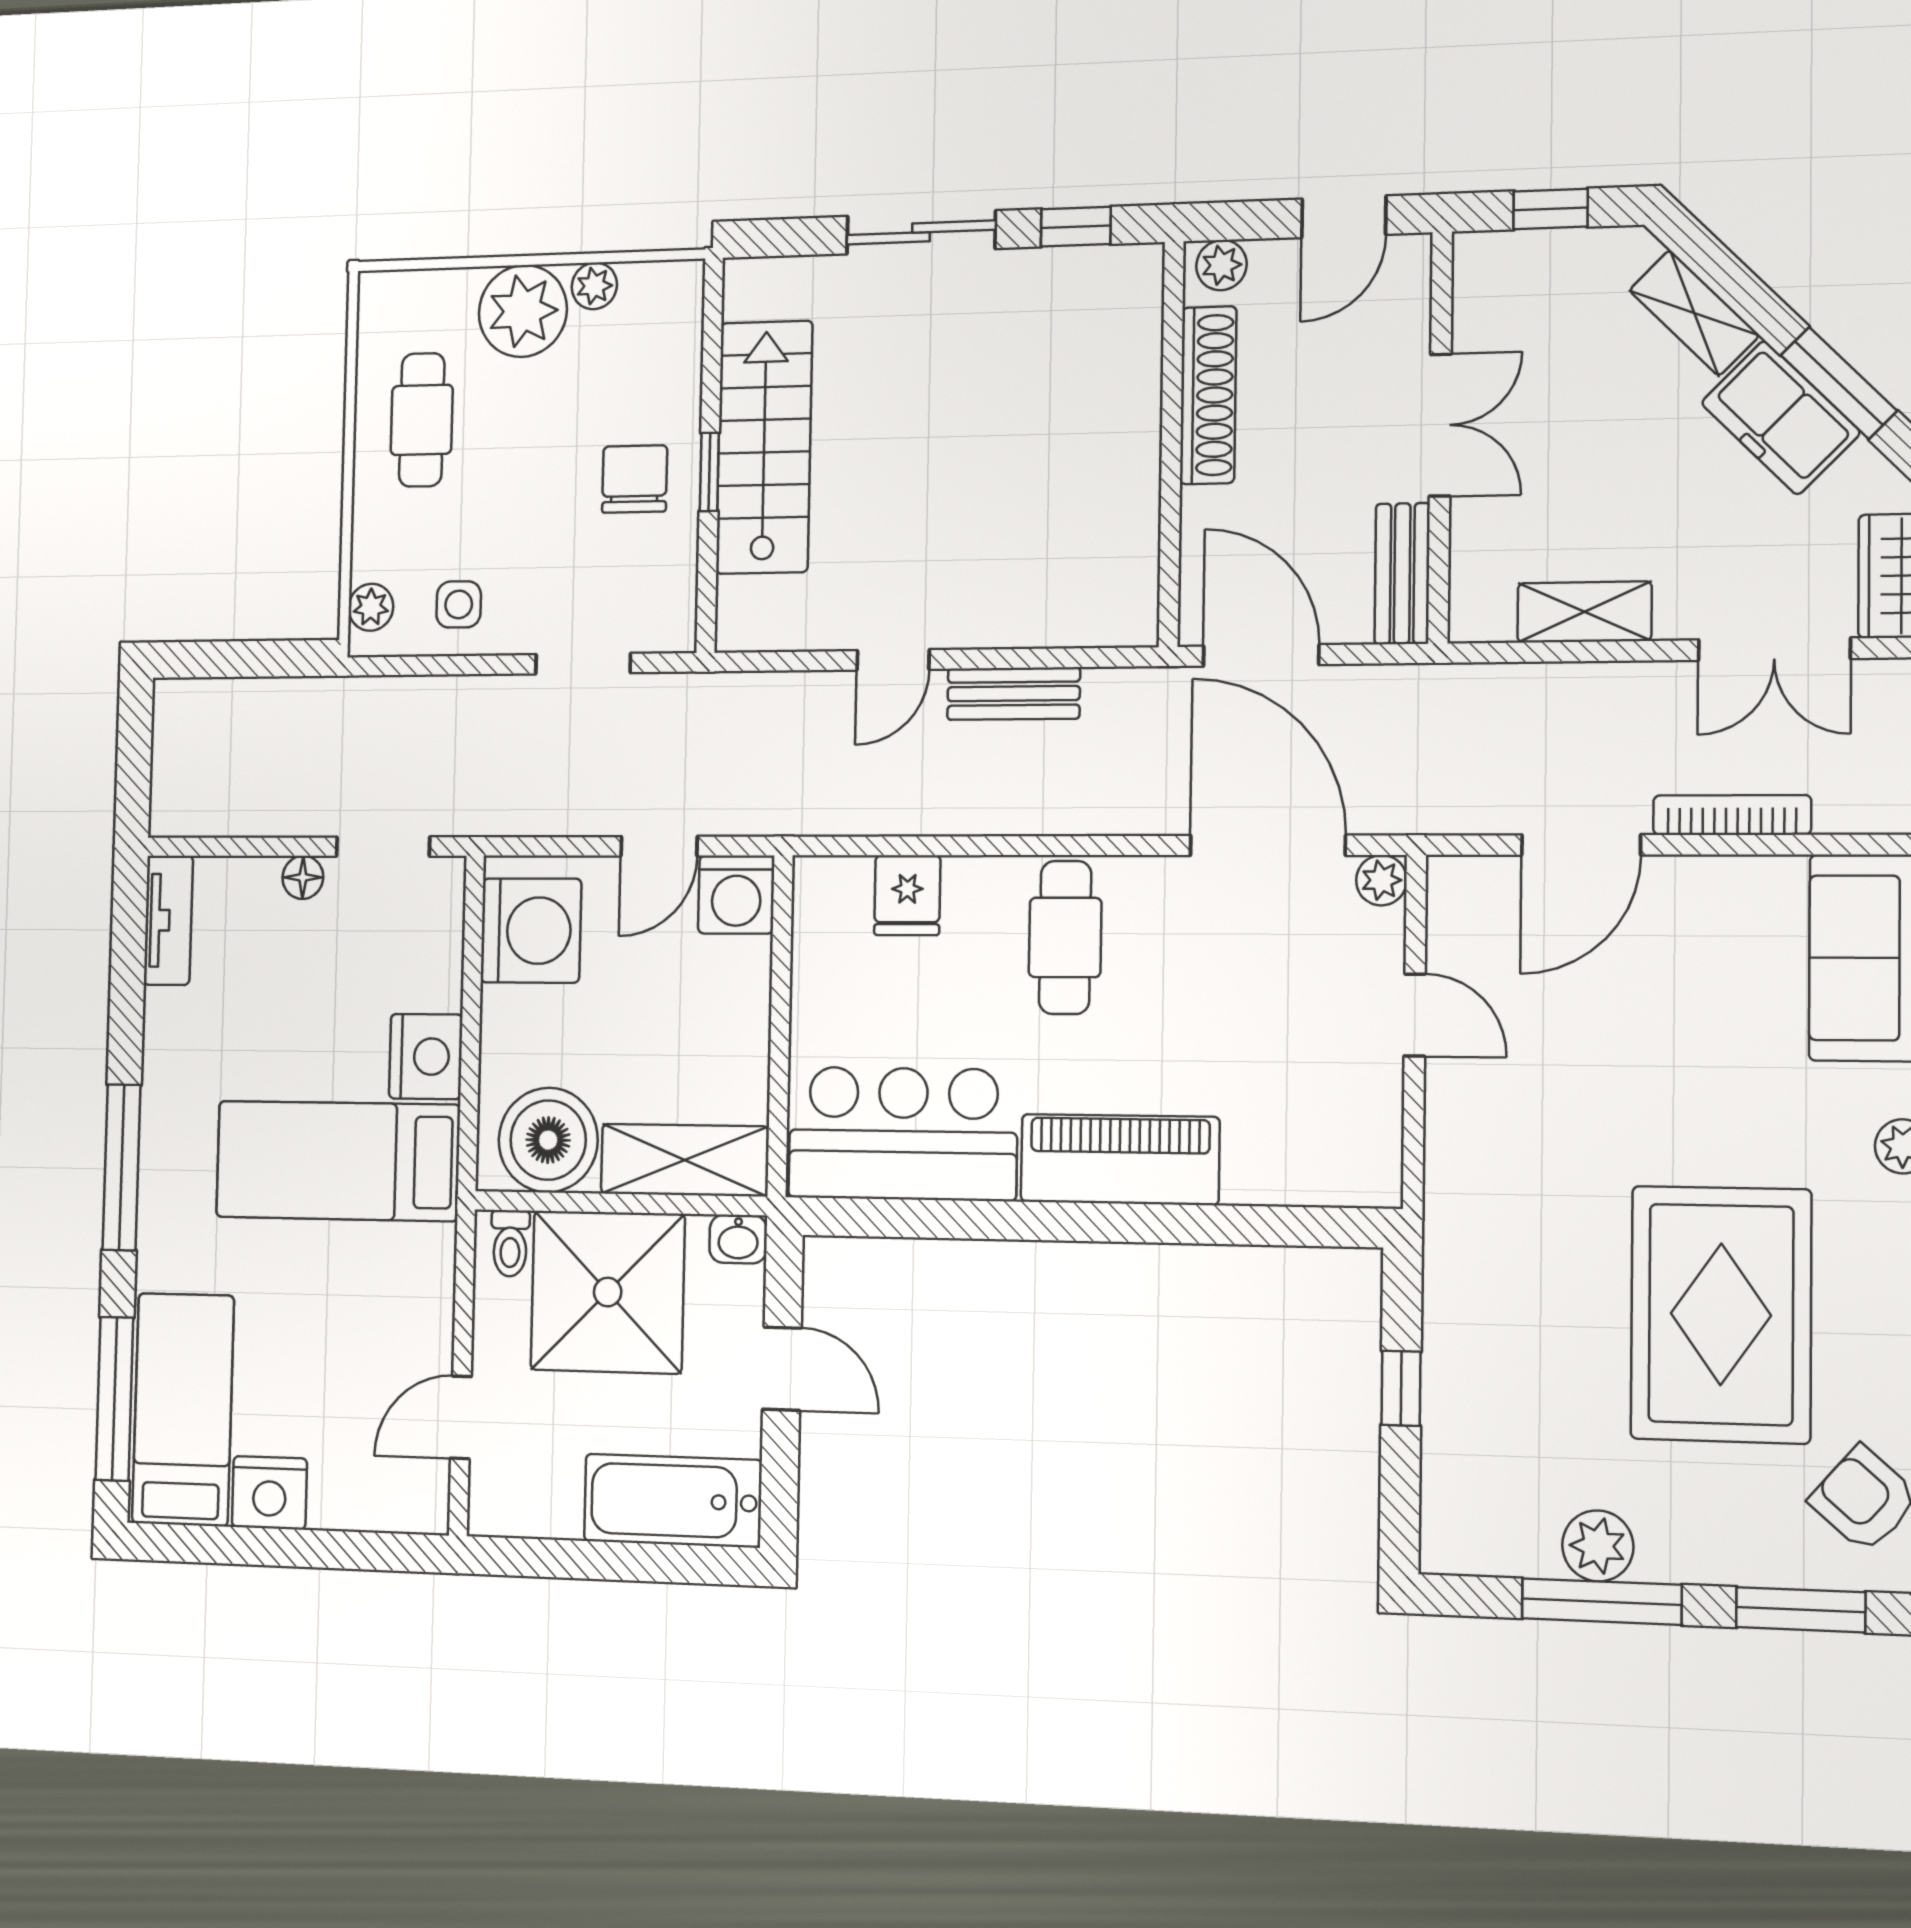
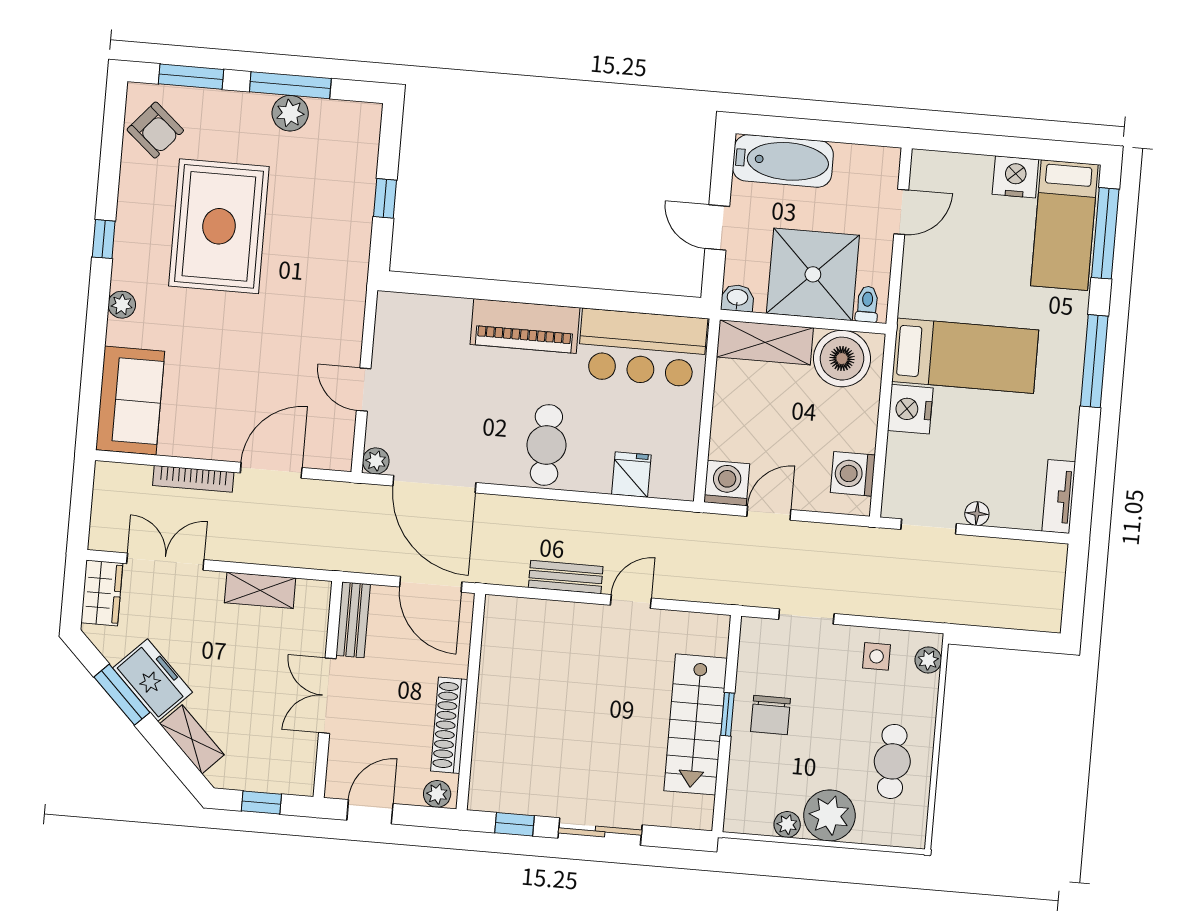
washing machine: (531, 931) -> (853, 474), width x0.73, depth x0.73

